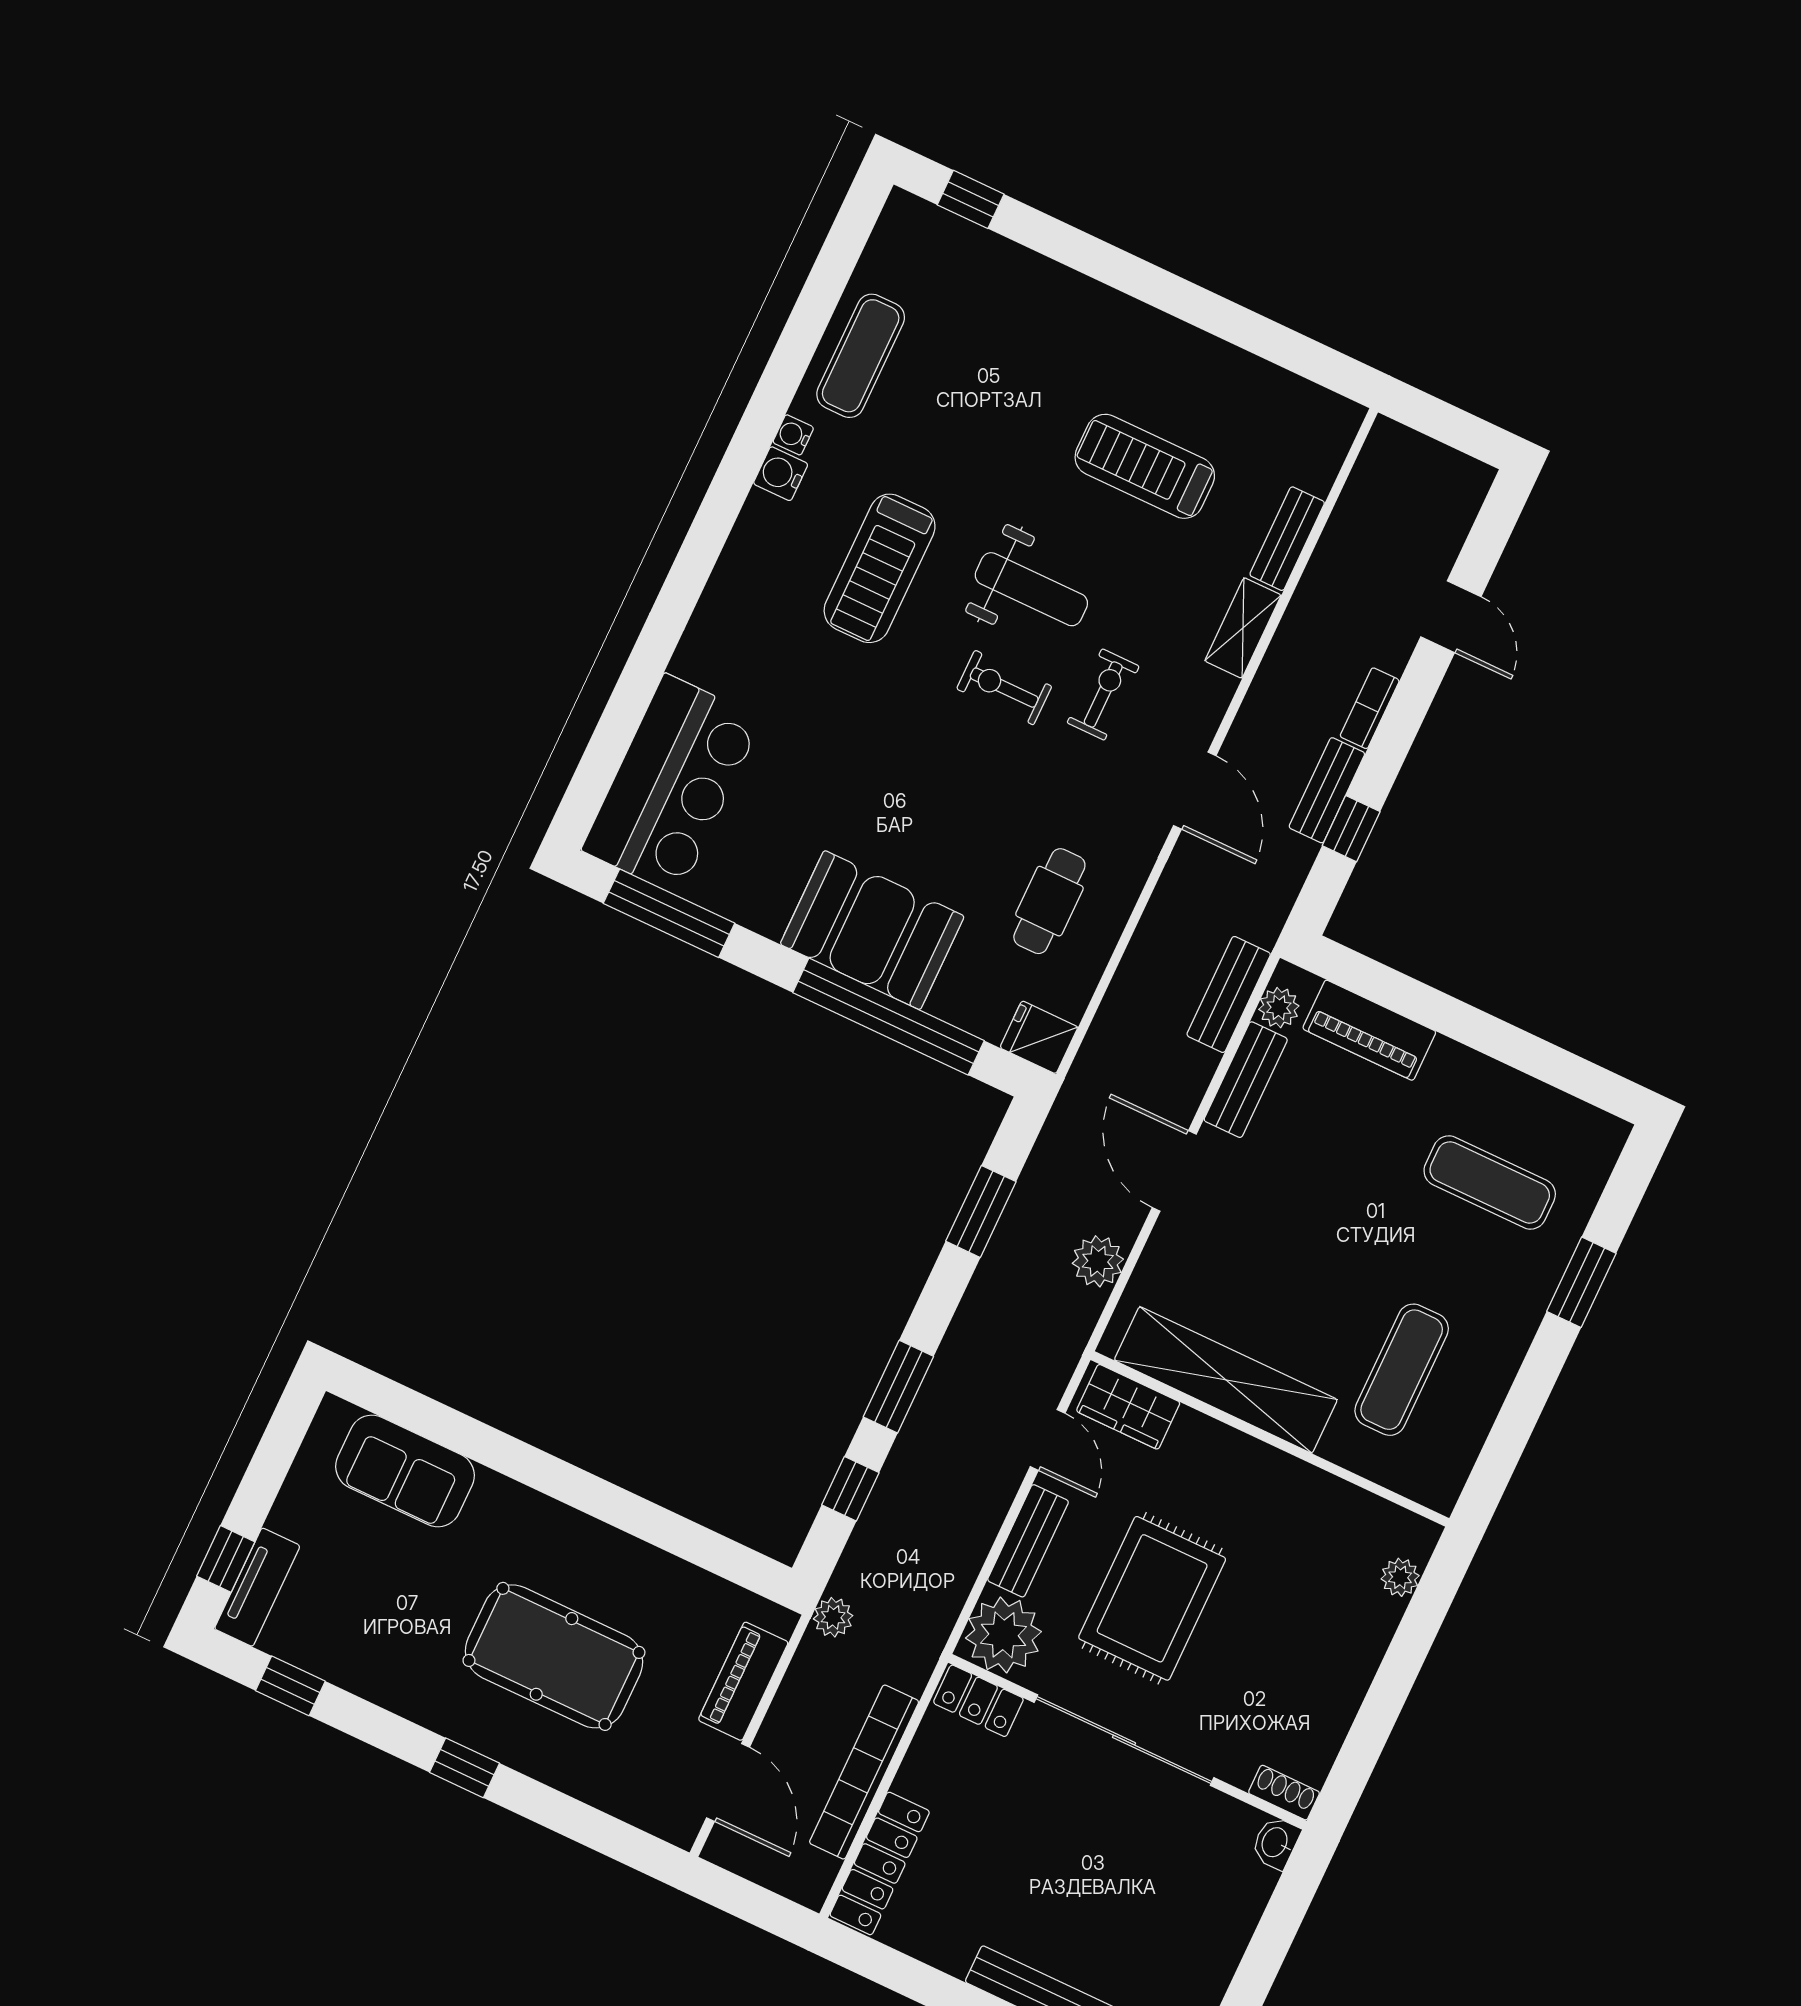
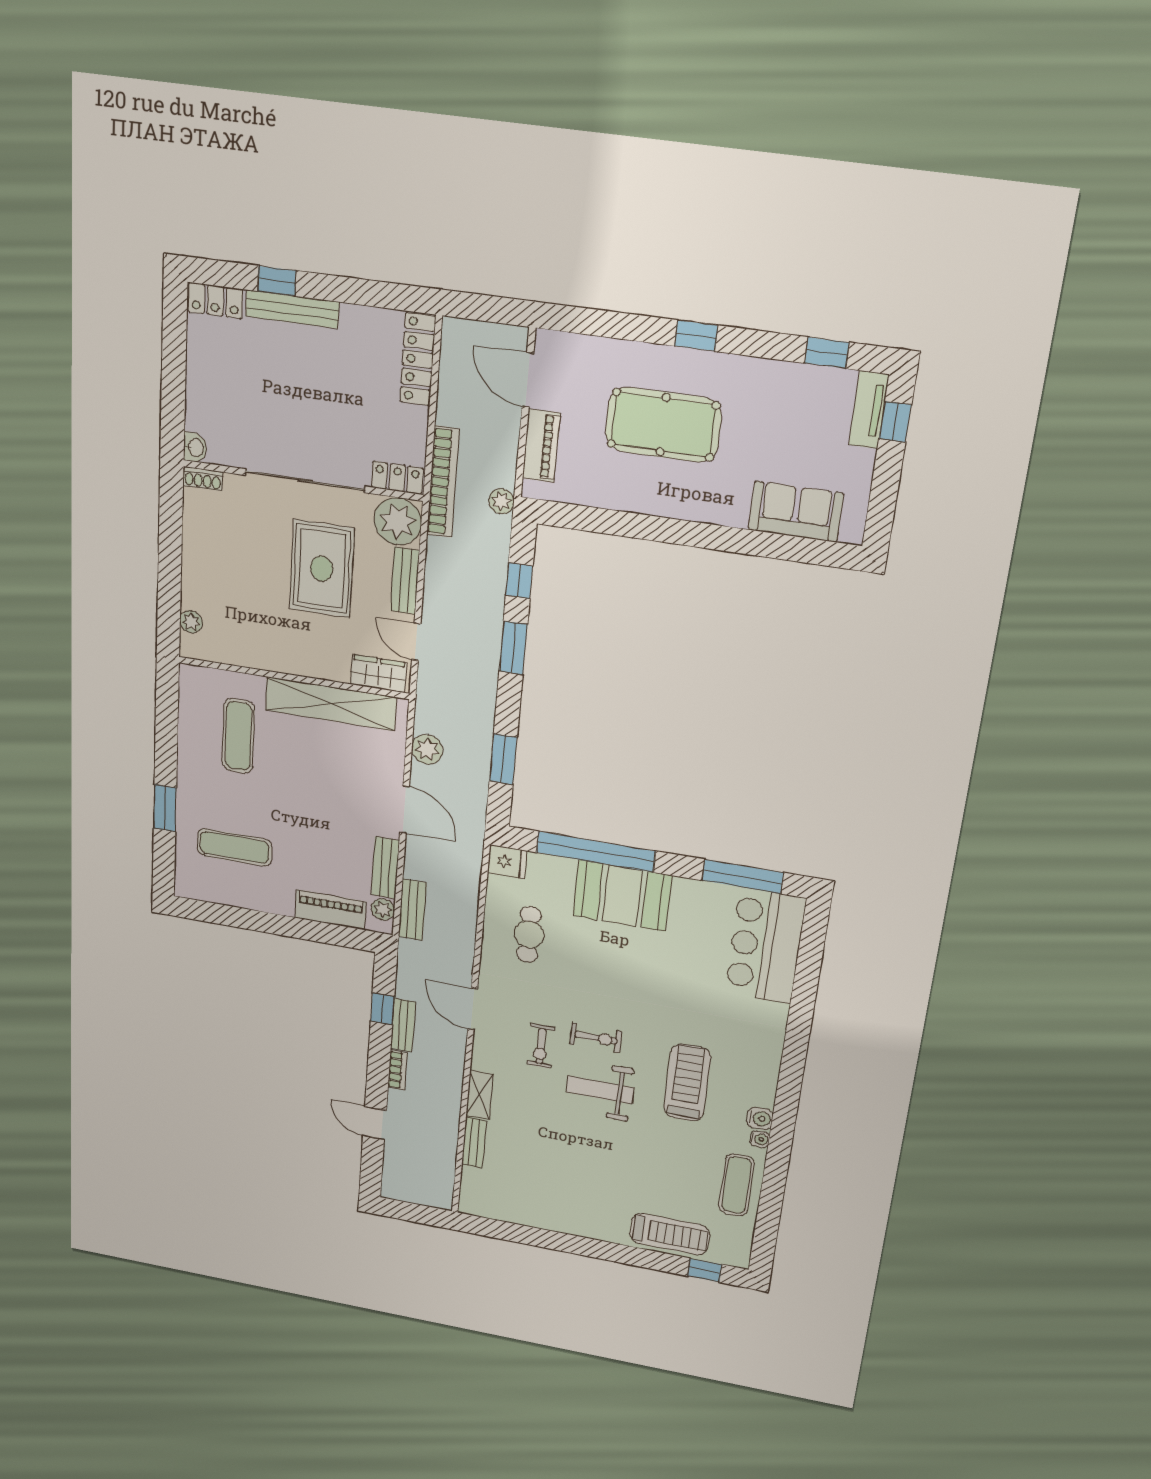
treadmill: (1145, 466) -> (670, 1234), moved
bookcase: (864, 1772) -> (443, 482), moved

